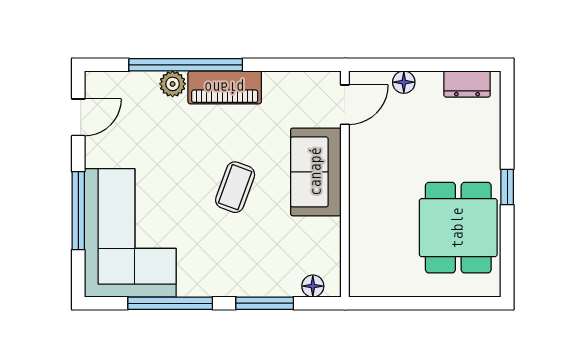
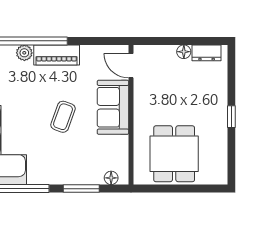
floor lamp: (404, 82) -> (184, 52), moved
door: (345, 105) -> (131, 66), swing flipped
dining table: (458, 228) -> (174, 154), moved

